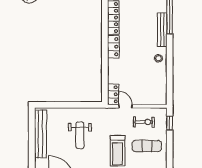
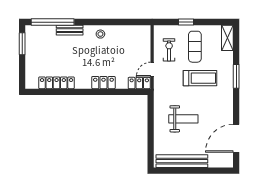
bench: (162, 30) -> (70, 30), width x0.73
locker: (113, 47) -> (103, 83), moved
window: (170, 123) -> (186, 22), moved

